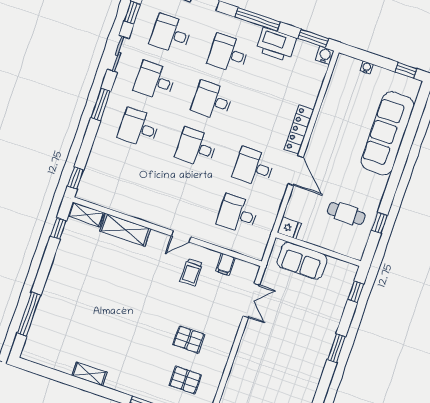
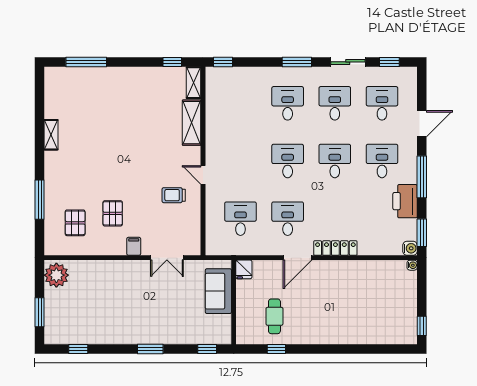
water cooler: (367, 67) -> (412, 265), moved
sofa: (388, 133) -> (359, 329), removed
filing cabinet: (225, 264) -> (134, 246), moved, turned 90

